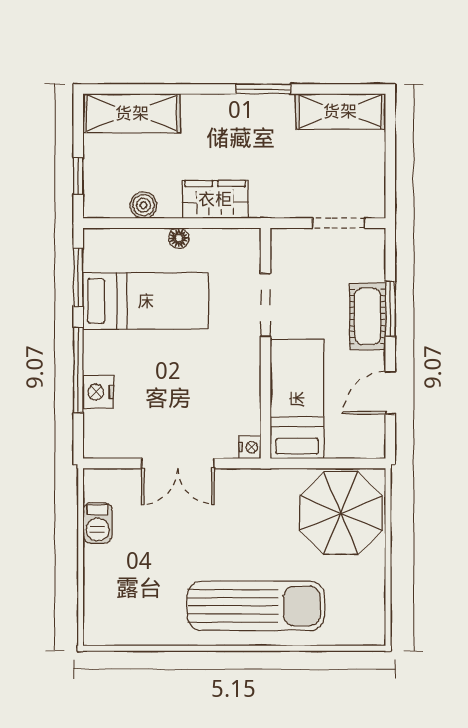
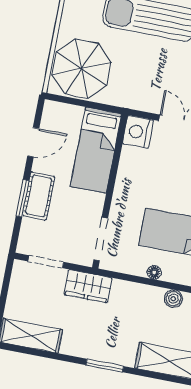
window: (263, 89) -> (105, 366), moved
wardrobe: (215, 199) -> (88, 286), moved
doorway: (265, 305) -> (101, 239), moved
nightstand: (250, 447) -> (138, 132), width x1.89, depth x1.79

